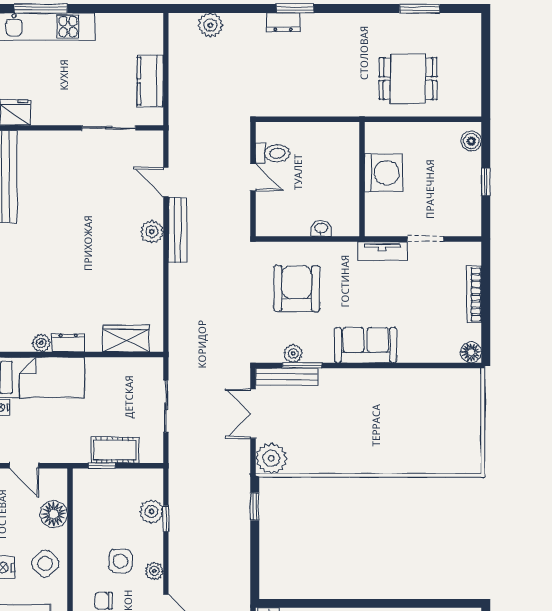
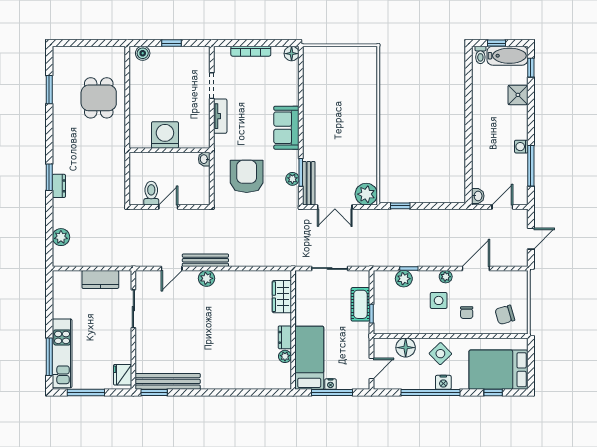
washing machine: (384, 173) -> (165, 135), moved
wall: (362, 179) -> (169, 150), moved
armchair: (297, 289) -> (247, 176), turned 90

